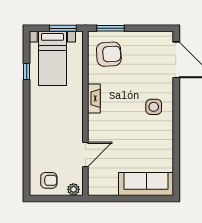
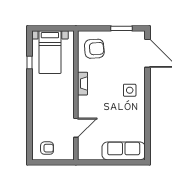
window: (63, 28) -> (58, 28), removed
window: (110, 28) -> (121, 28), moved
plant: (73, 189) -> (66, 155), removed

